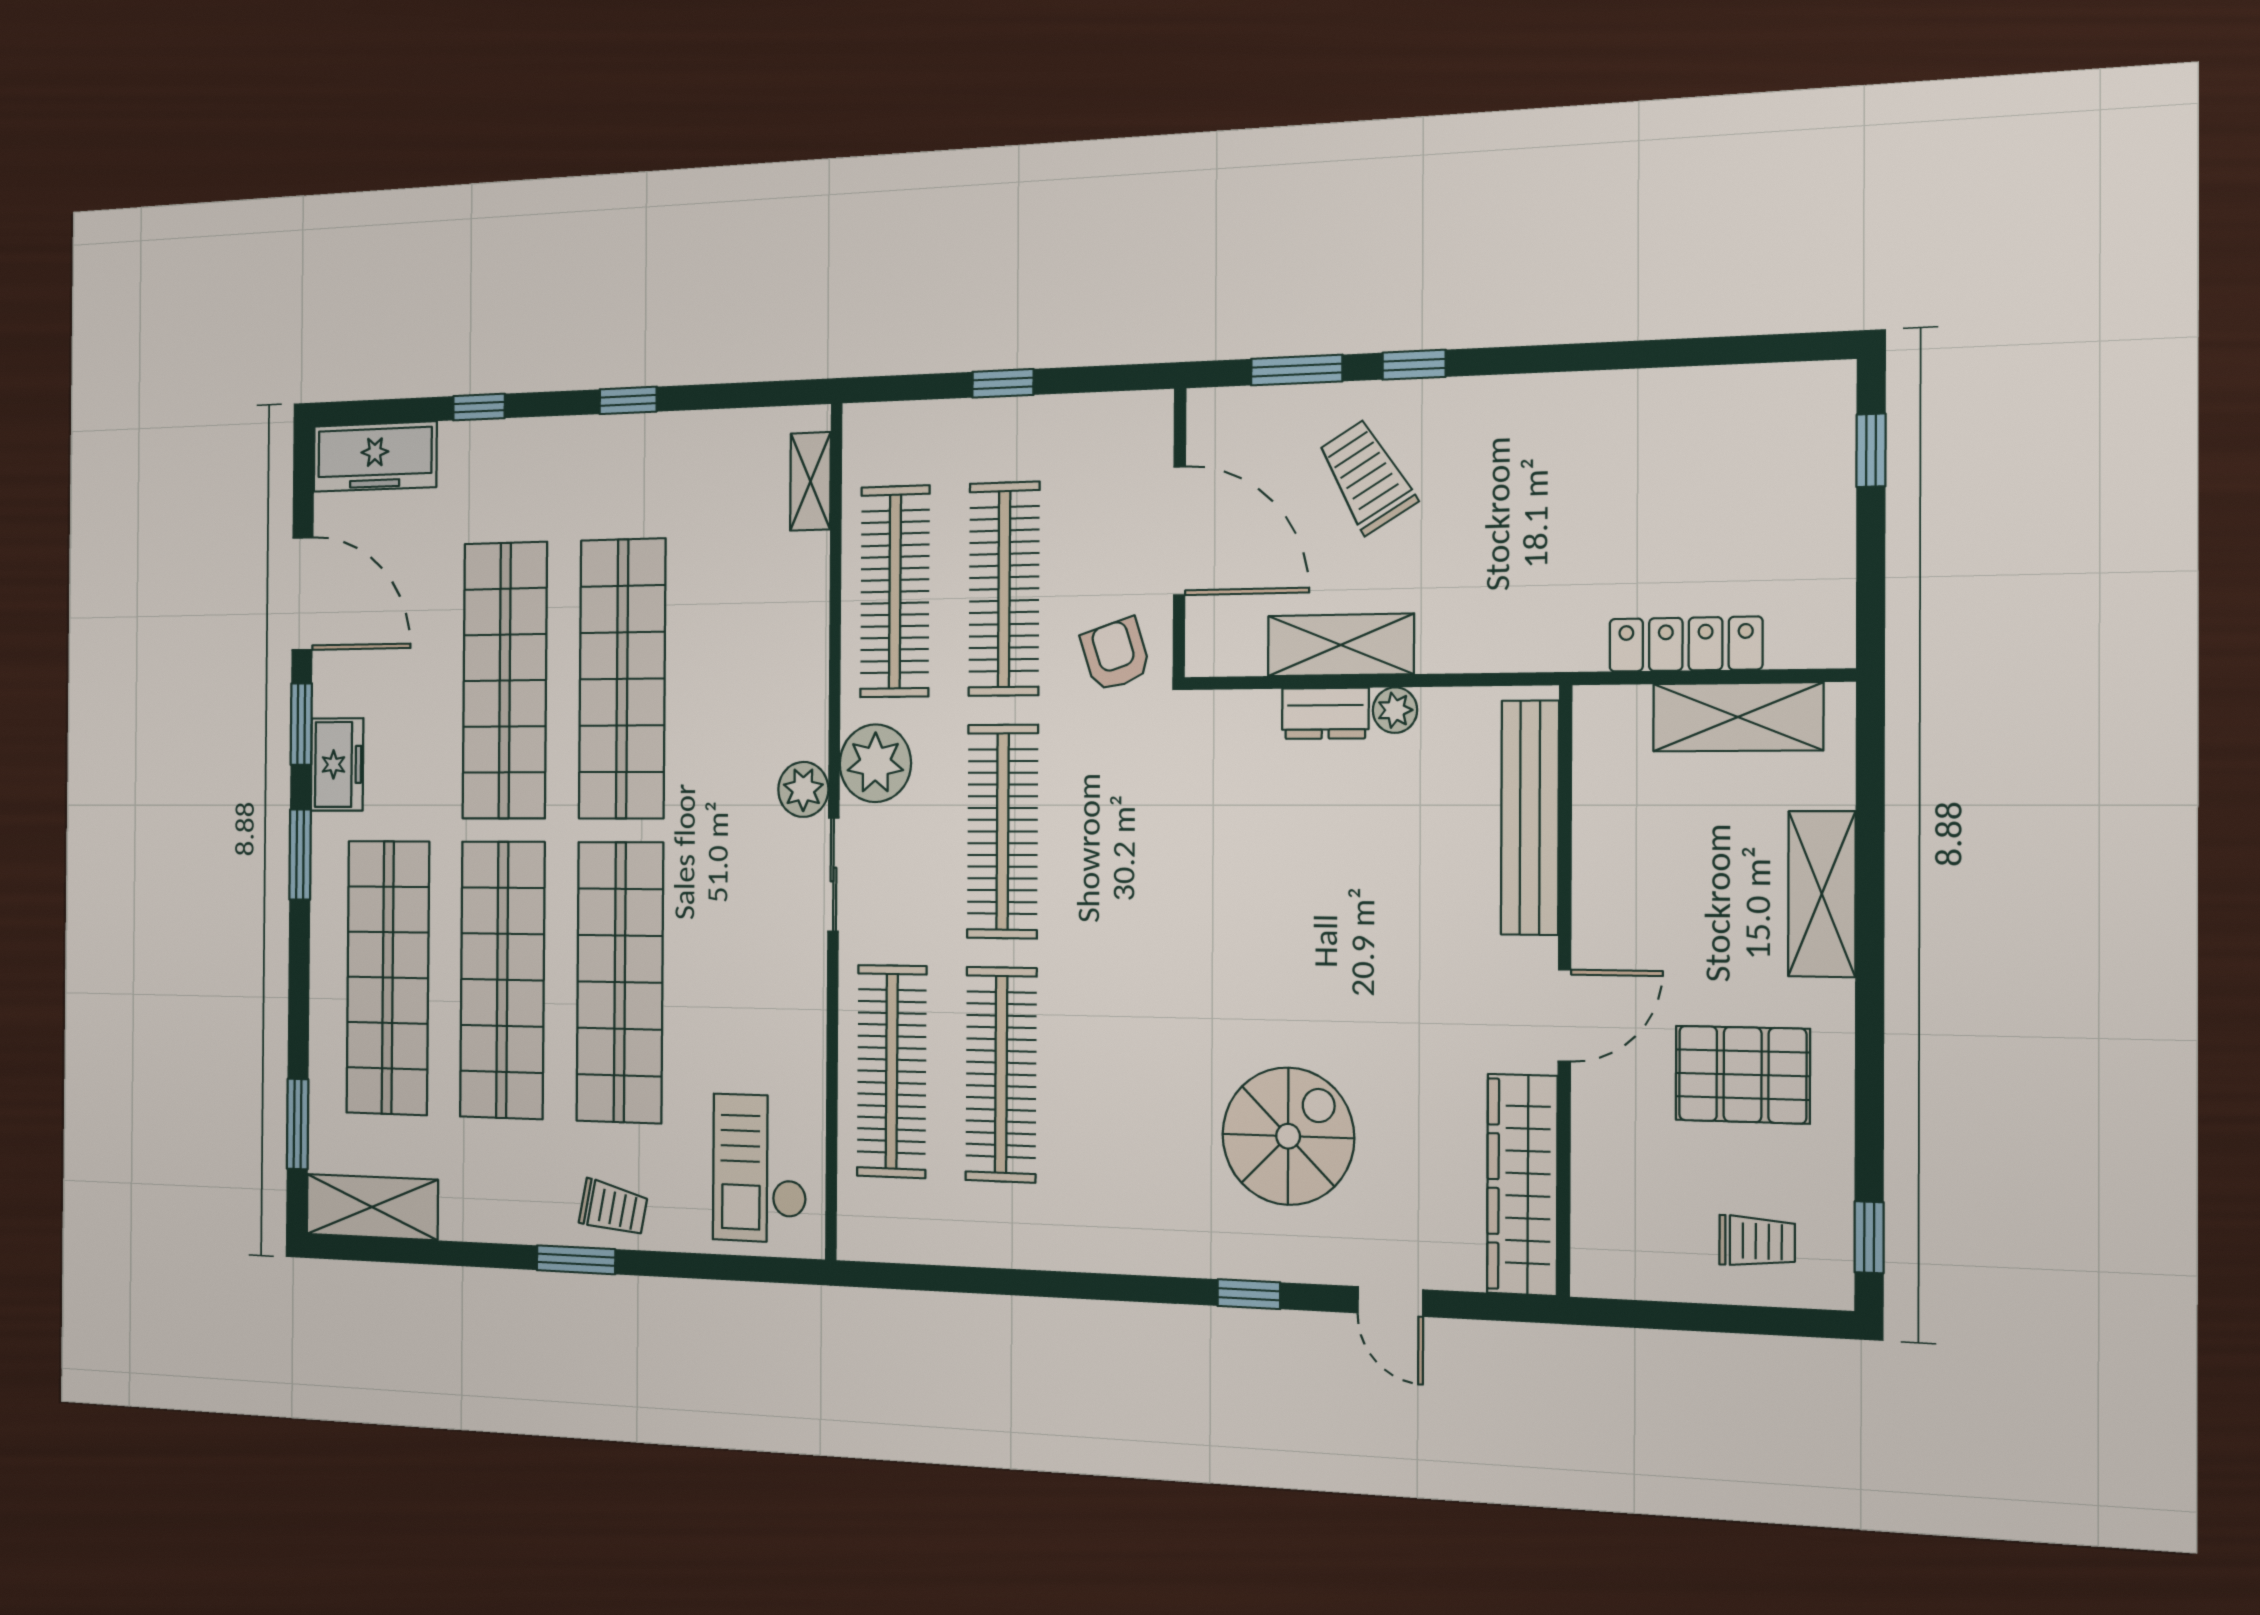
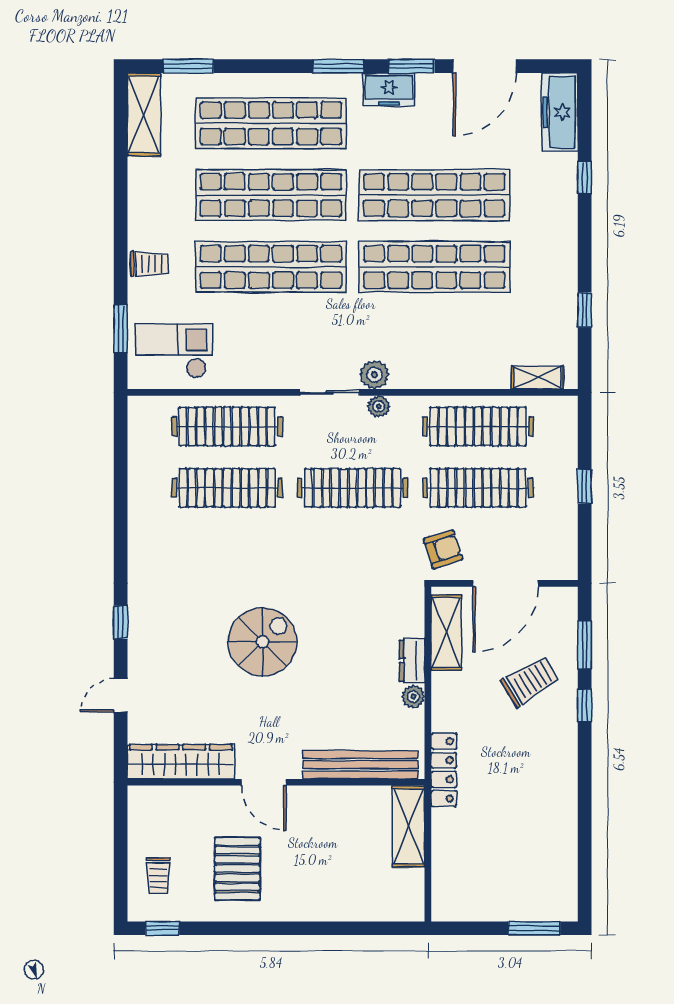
window: (628, 400) -> (585, 310), moved
window: (1871, 450) -> (534, 928), width x1.50
locker: (1686, 644) -> (444, 770), moved
shelving: (1341, 645) -> (446, 633), moved
shelving: (1738, 717) -> (408, 826), moved
plant: (875, 763) -> (379, 406), width x0.53, depth x0.53
shelving: (1822, 894) -> (324, 906), removed
spiral stairs: (1288, 1136) -> (263, 642), moved, turned -90
trolley: (613, 1208) -> (149, 264), turned -101
window: (576, 1260) -> (121, 329), moved

